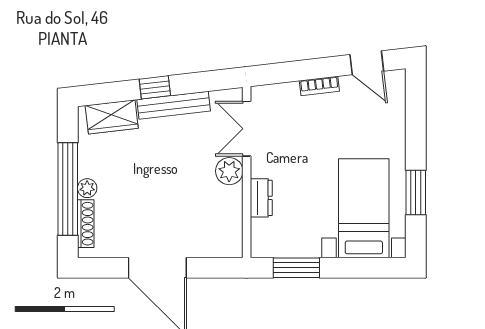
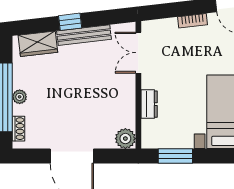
plant: (229, 171) -> (125, 139), moved
shoe rack: (86, 224) -> (18, 129), width x0.70

